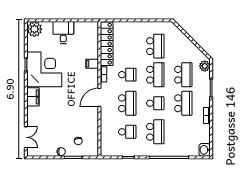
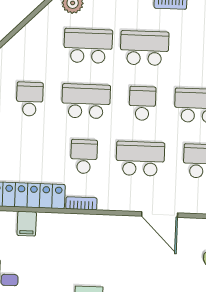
school desk: (155, 46) -> (30, 99), width x0.54
filing cabinet: (92, 64) -> (27, 224), moved
door: (99, 97) -> (160, 215), moved

